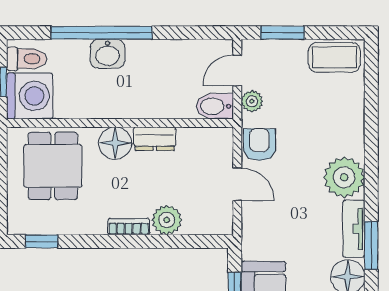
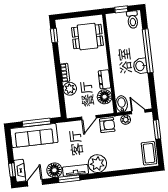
washbasin: (108, 54) -> (140, 66), moved
washing machine: (30, 96) -> (117, 23), removed
floor lamp: (115, 143) -> (105, 97), moved

